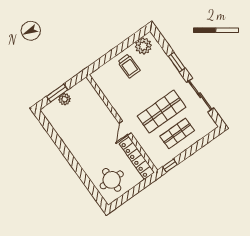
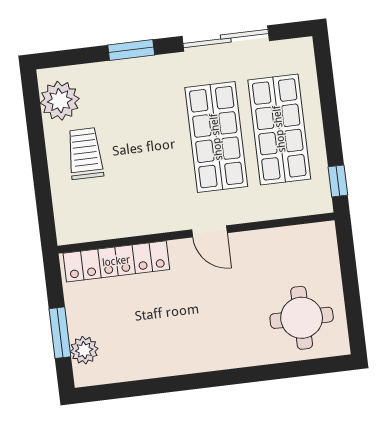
trolley: (129, 66) -> (85, 154), turned -90
plant: (65, 99) -> (84, 350), moved
shop shelf: (177, 133) -> (279, 129), width x1.43, depth x1.36
locker: (137, 158) -> (116, 261), moved

